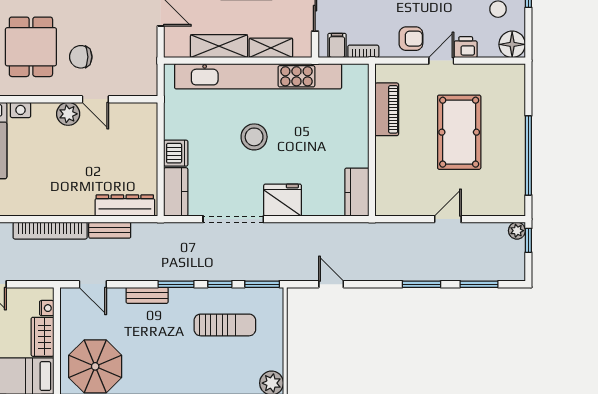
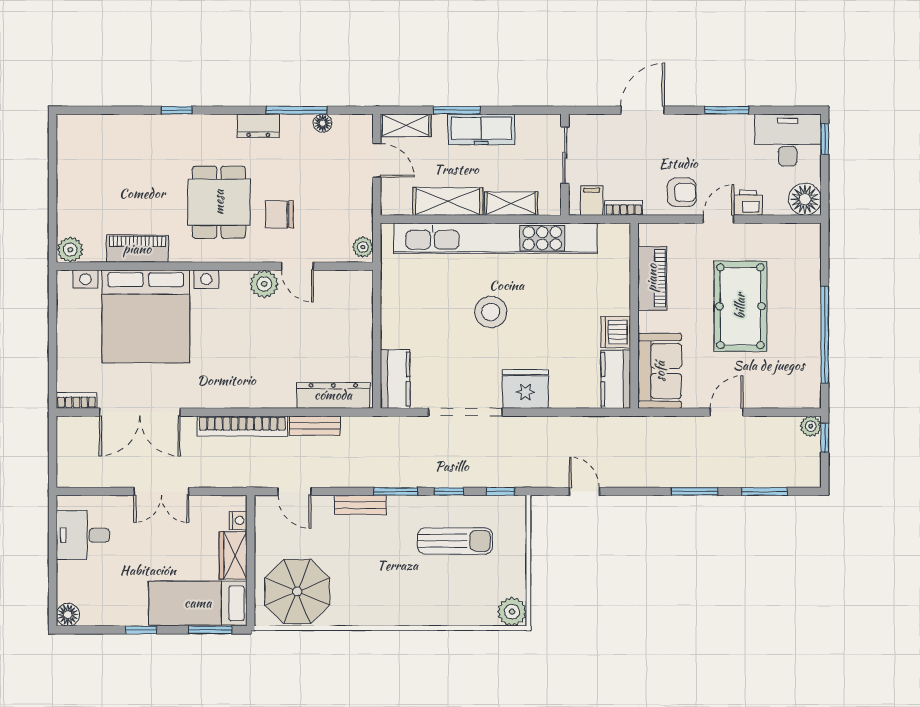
plant: (149, 84) -> (363, 247), added
dishwasher: (176, 153) -> (616, 332), moved, turned 180
sofa: (393, 185) -> (660, 371), added
window: (262, 284) -> (500, 491), width x0.67

